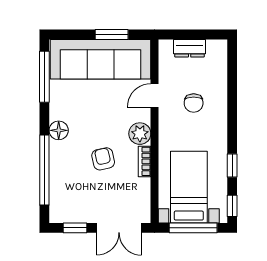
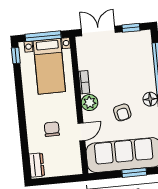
window: (112, 34) -> (134, 173), moved
dresser: (190, 48) -> (37, 165), moved, turned 90
armchair: (103, 159) -> (122, 112), moved
window: (232, 165) -> (19, 85), removed

